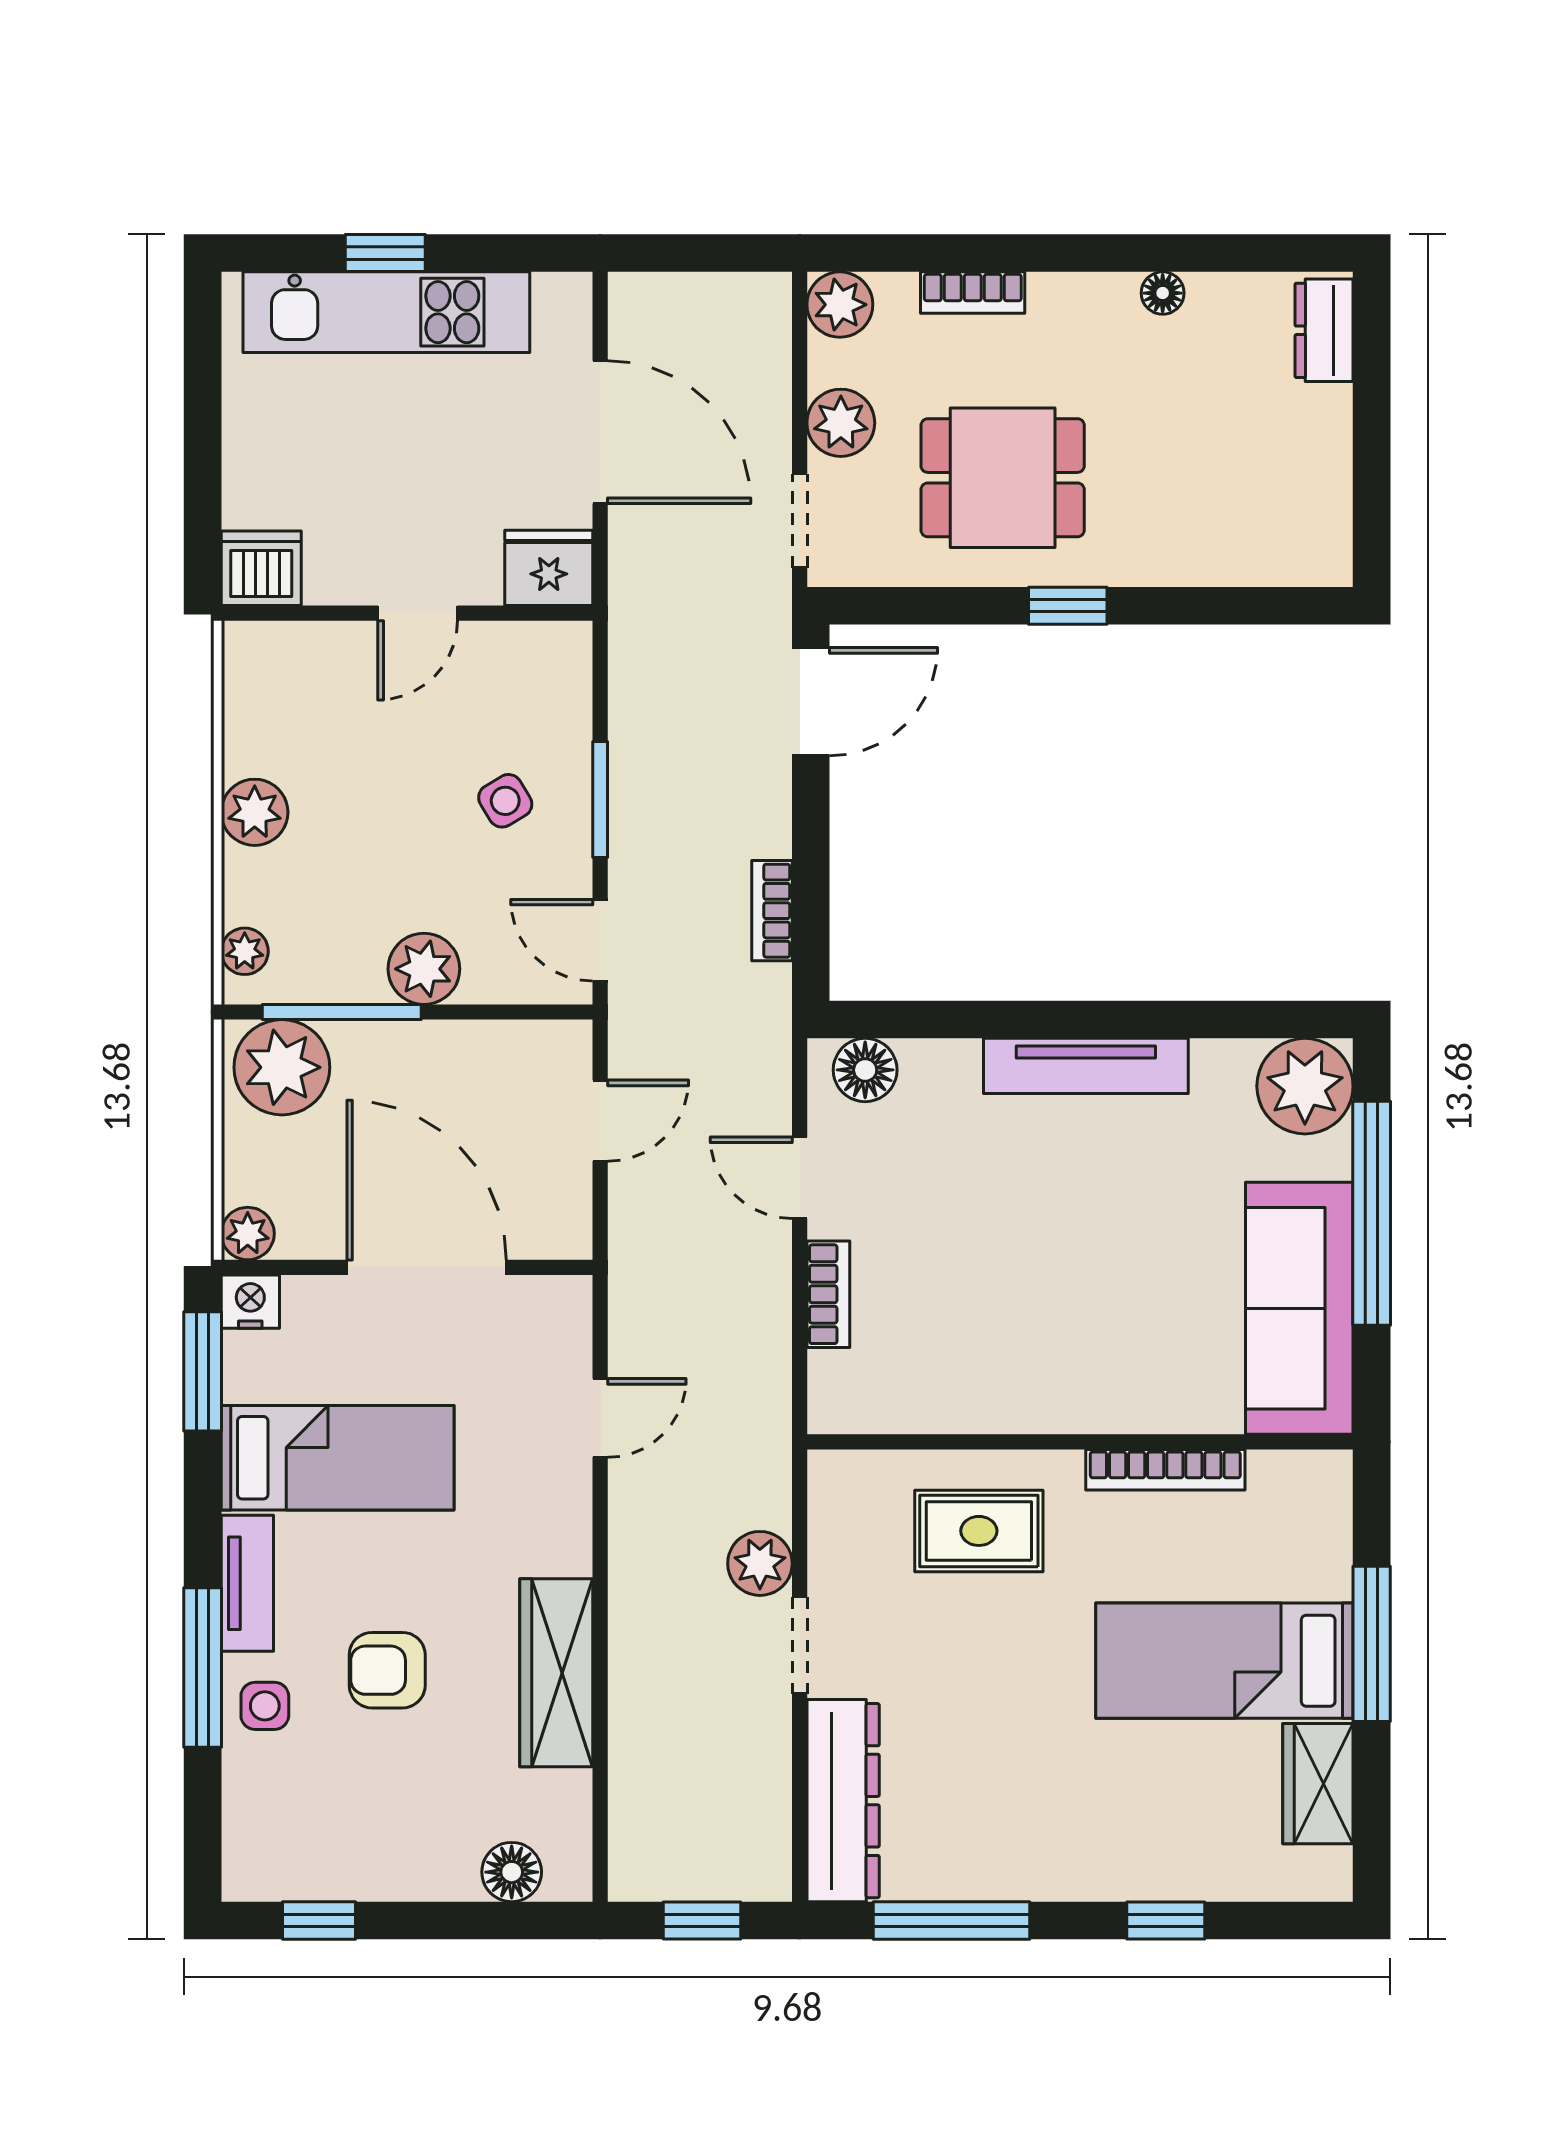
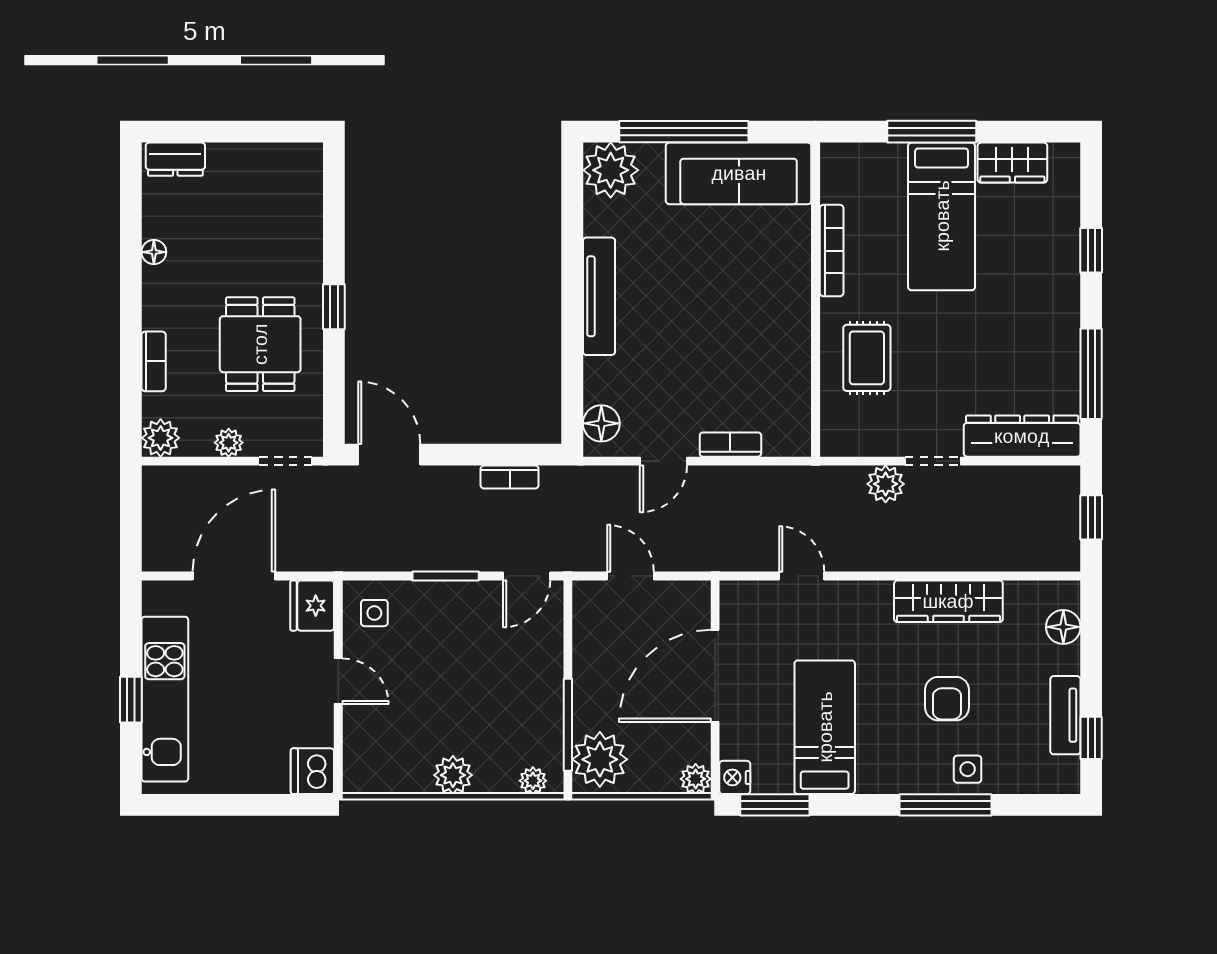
plant: (841, 423) -> (229, 443), width x0.73, depth x0.73
side table: (505, 801) -> (374, 613), moved, turned 31
plant: (424, 969) -> (543, 677), removed
tv unit: (247, 1583) -> (1065, 715), moved, turned -90

